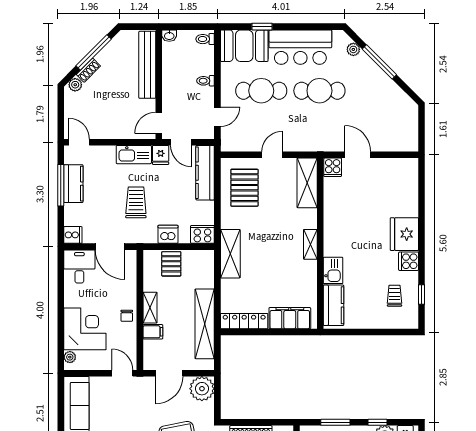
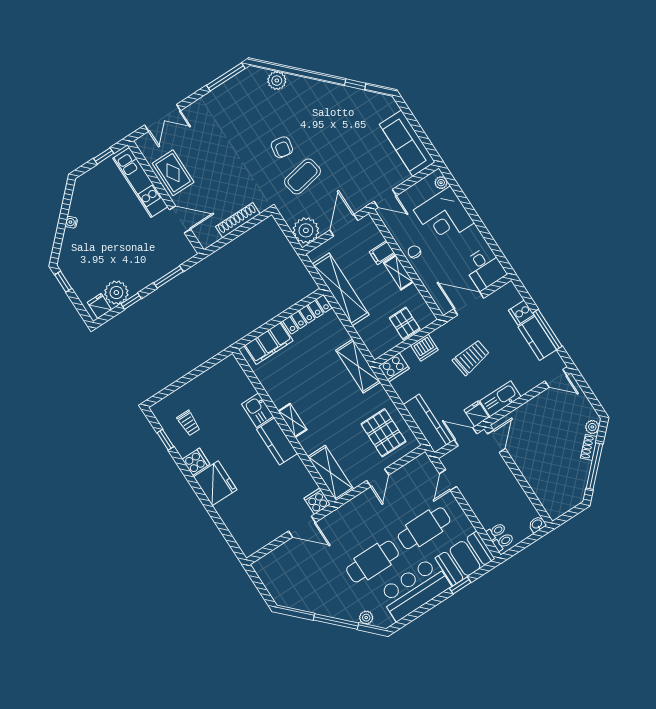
bench: (147, 65) -> (540, 486), removed
toilet: (206, 81) -> (496, 531), moved
trolley: (136, 202) -> (471, 357), turned -98
cooker: (73, 235) -> (521, 313), moved
kitchen counter: (334, 305) -> (277, 441), moved

